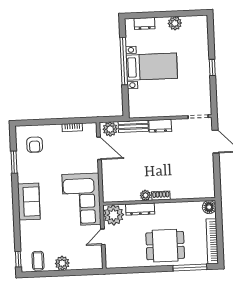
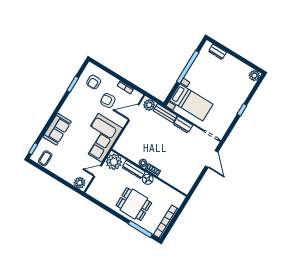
plant: (175, 23) -> (254, 76), moved
bed with nightstands: (152, 67) -> (191, 102), moved
door: (99, 148) -> (134, 112), swing flipped
armchair: (63, 154) -> (108, 100), added
sofa: (29, 202) -> (57, 129), moved
floor lamp: (209, 207) -> (148, 179), moved
plant: (62, 263) -> (80, 183), moved

